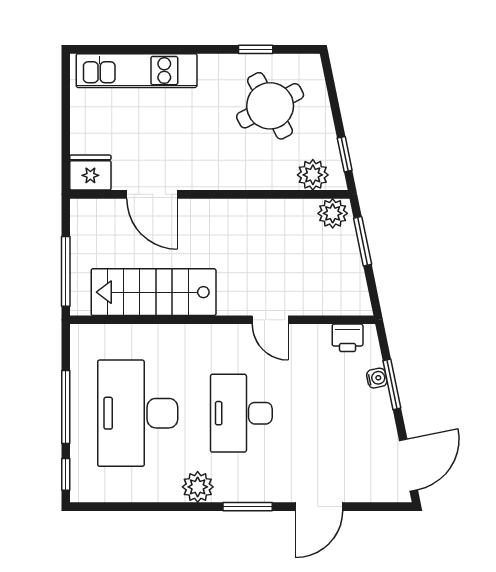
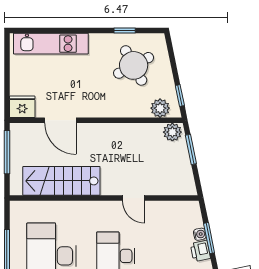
window: (66, 271) -> (7, 152), moved
printer: (348, 338) -> (200, 251), moved, turned 78

